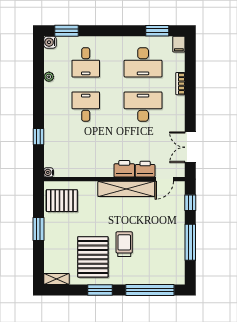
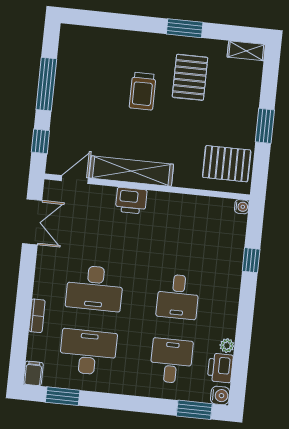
printer: (145, 169) -> (220, 368), moved, turned 90
pallet: (93, 257) -> (190, 77), width x0.73, depth x0.71
window: (150, 290) -> (112, 21), removed

